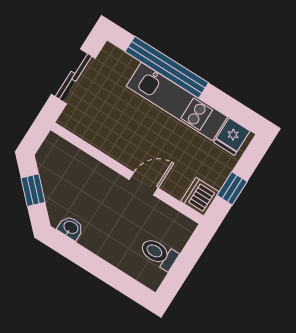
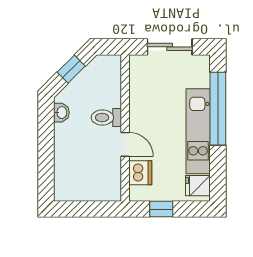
dishwasher: (200, 197) -> (140, 173), moved, turned 90
toilet: (159, 254) -> (106, 118), moved, turned -90

